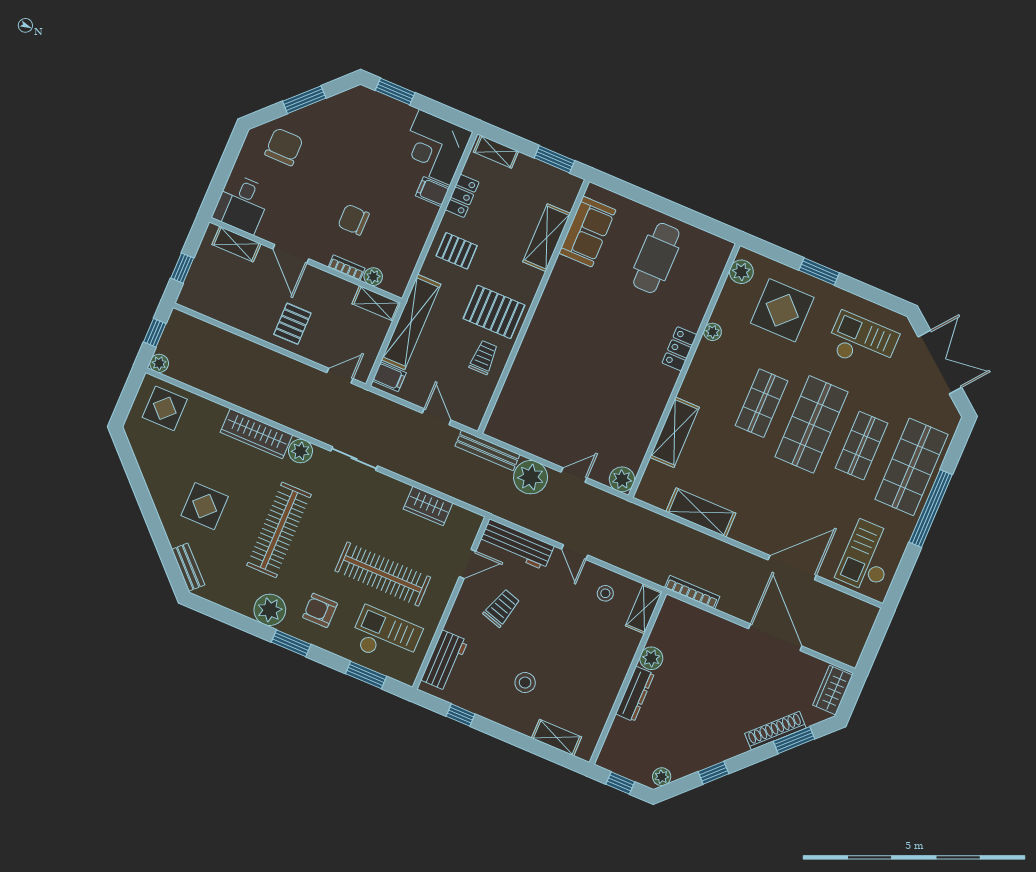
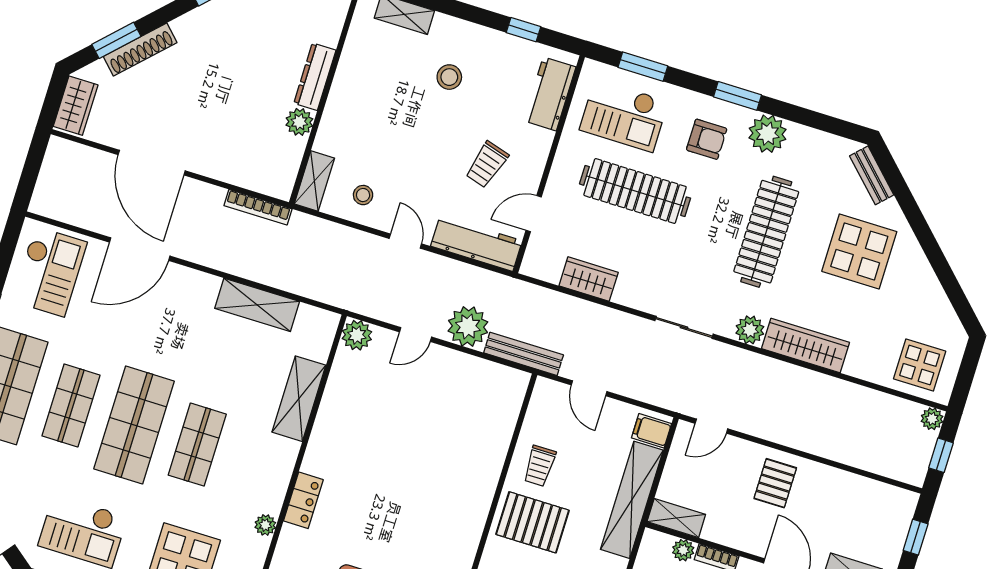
display table: (205, 506) -> (859, 251), width x1.36, depth x1.36

